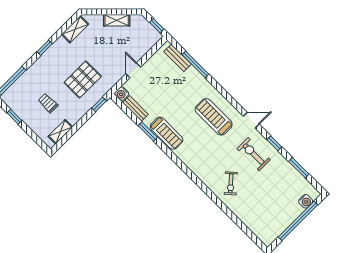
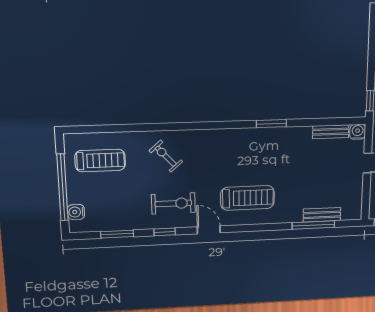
bench: (178, 58) -> (322, 215), moved
door: (251, 120) -> (209, 230), swing flipped
window: (148, 132) -> (271, 124), moved
treadmill: (167, 133) -> (100, 160), moved, turned 180

